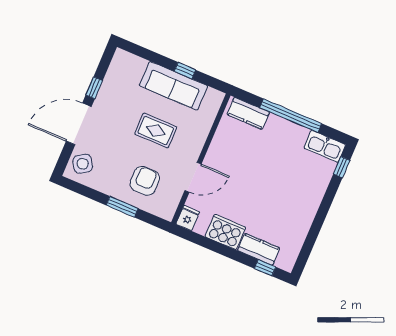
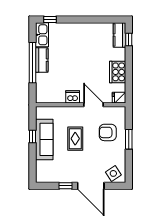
kitchen counter: (248, 113) -> (42, 60), moved
dishwasher: (217, 152) -> (73, 97), added
kitchen counter: (259, 249) -> (119, 35), moved

